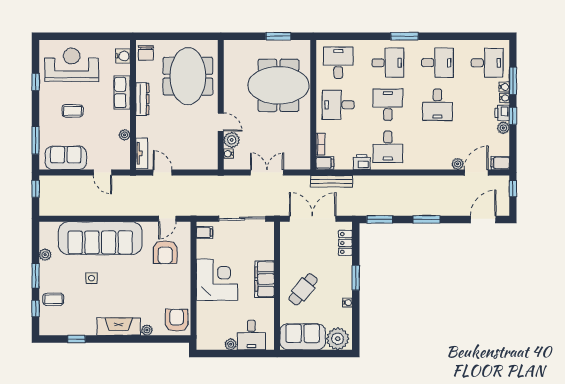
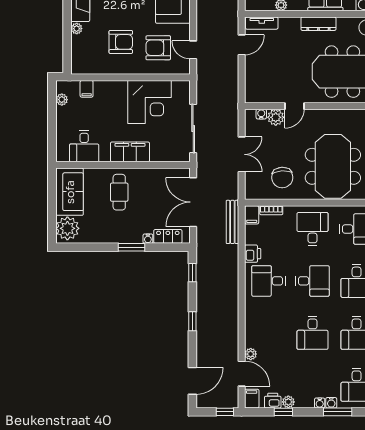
desk: (437, 105) -> (313, 333), turned -90
printer: (502, 113) -> (273, 401), moved
window: (513, 116) -> (283, 412), moved
chair: (289, 134) -> (282, 178), added
double door: (313, 219) -> (193, 202), swing flipped
window: (380, 219) -> (192, 273), width x0.67
window: (426, 219) -> (192, 321), width x0.67
door: (483, 219) -> (192, 381), hinge flipped
filing cabinet: (204, 233) -> (87, 89), moved
corner desk: (217, 280) -> (149, 102), moved
cafe table: (303, 289) -> (119, 192), turned 51
water cooler: (348, 303) -> (148, 239), moved
armchair: (177, 320) -> (121, 42), moved
desk: (251, 335) -> (84, 146), moved, turned -90
plant: (231, 344) -> (62, 100), moved

